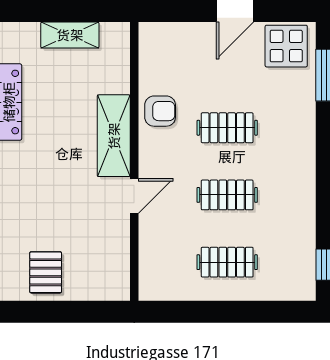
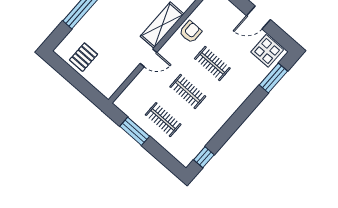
armchair: (160, 111) -> (191, 32), turned -90
window: (203, 312) -> (135, 131), added

